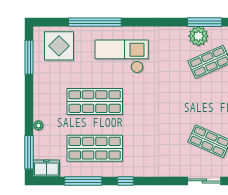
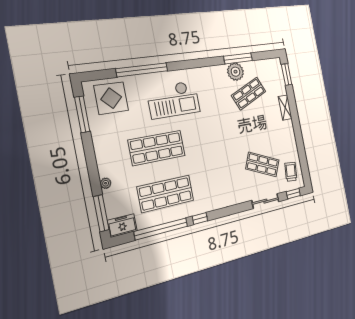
checkout: (122, 56) -> (173, 100), turned 180
window: (83, 181) -> (161, 229), width x1.46

